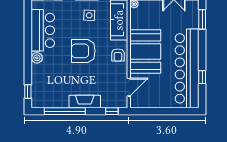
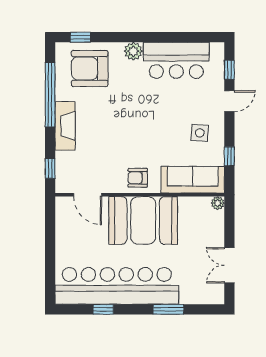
window: (202, 19) -> (168, 309), moved
armchair: (83, 51) -> (90, 68), moved, turned -90

